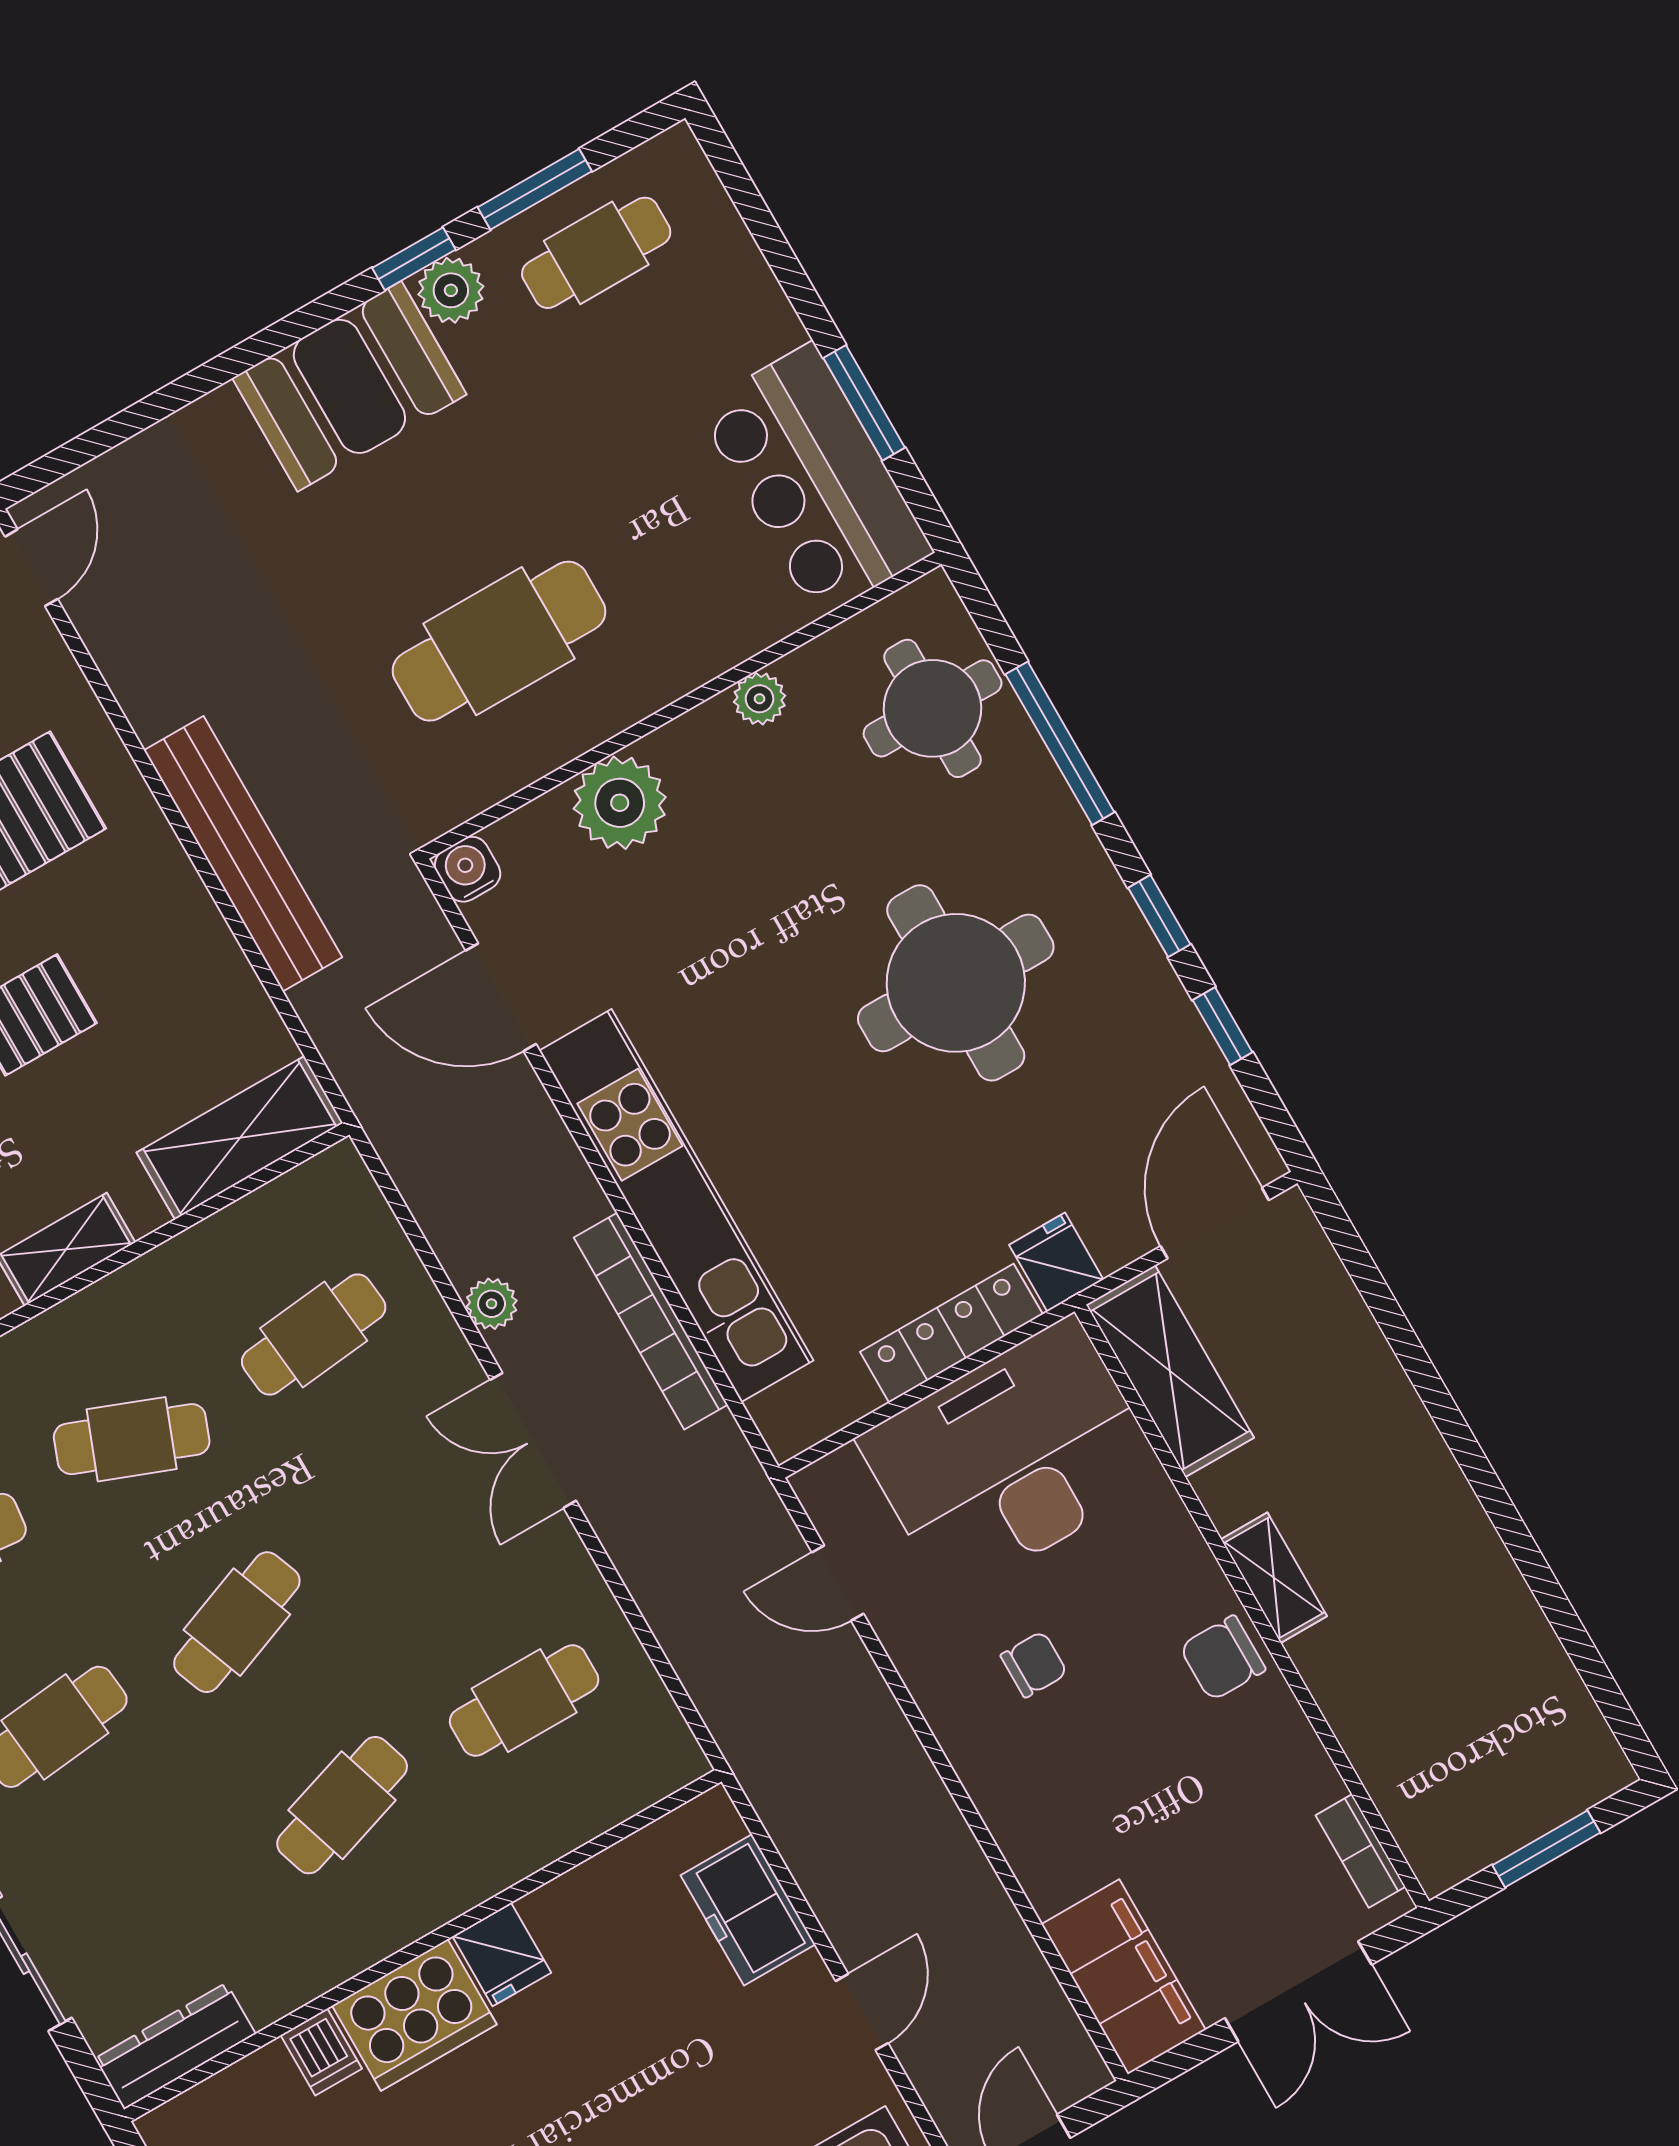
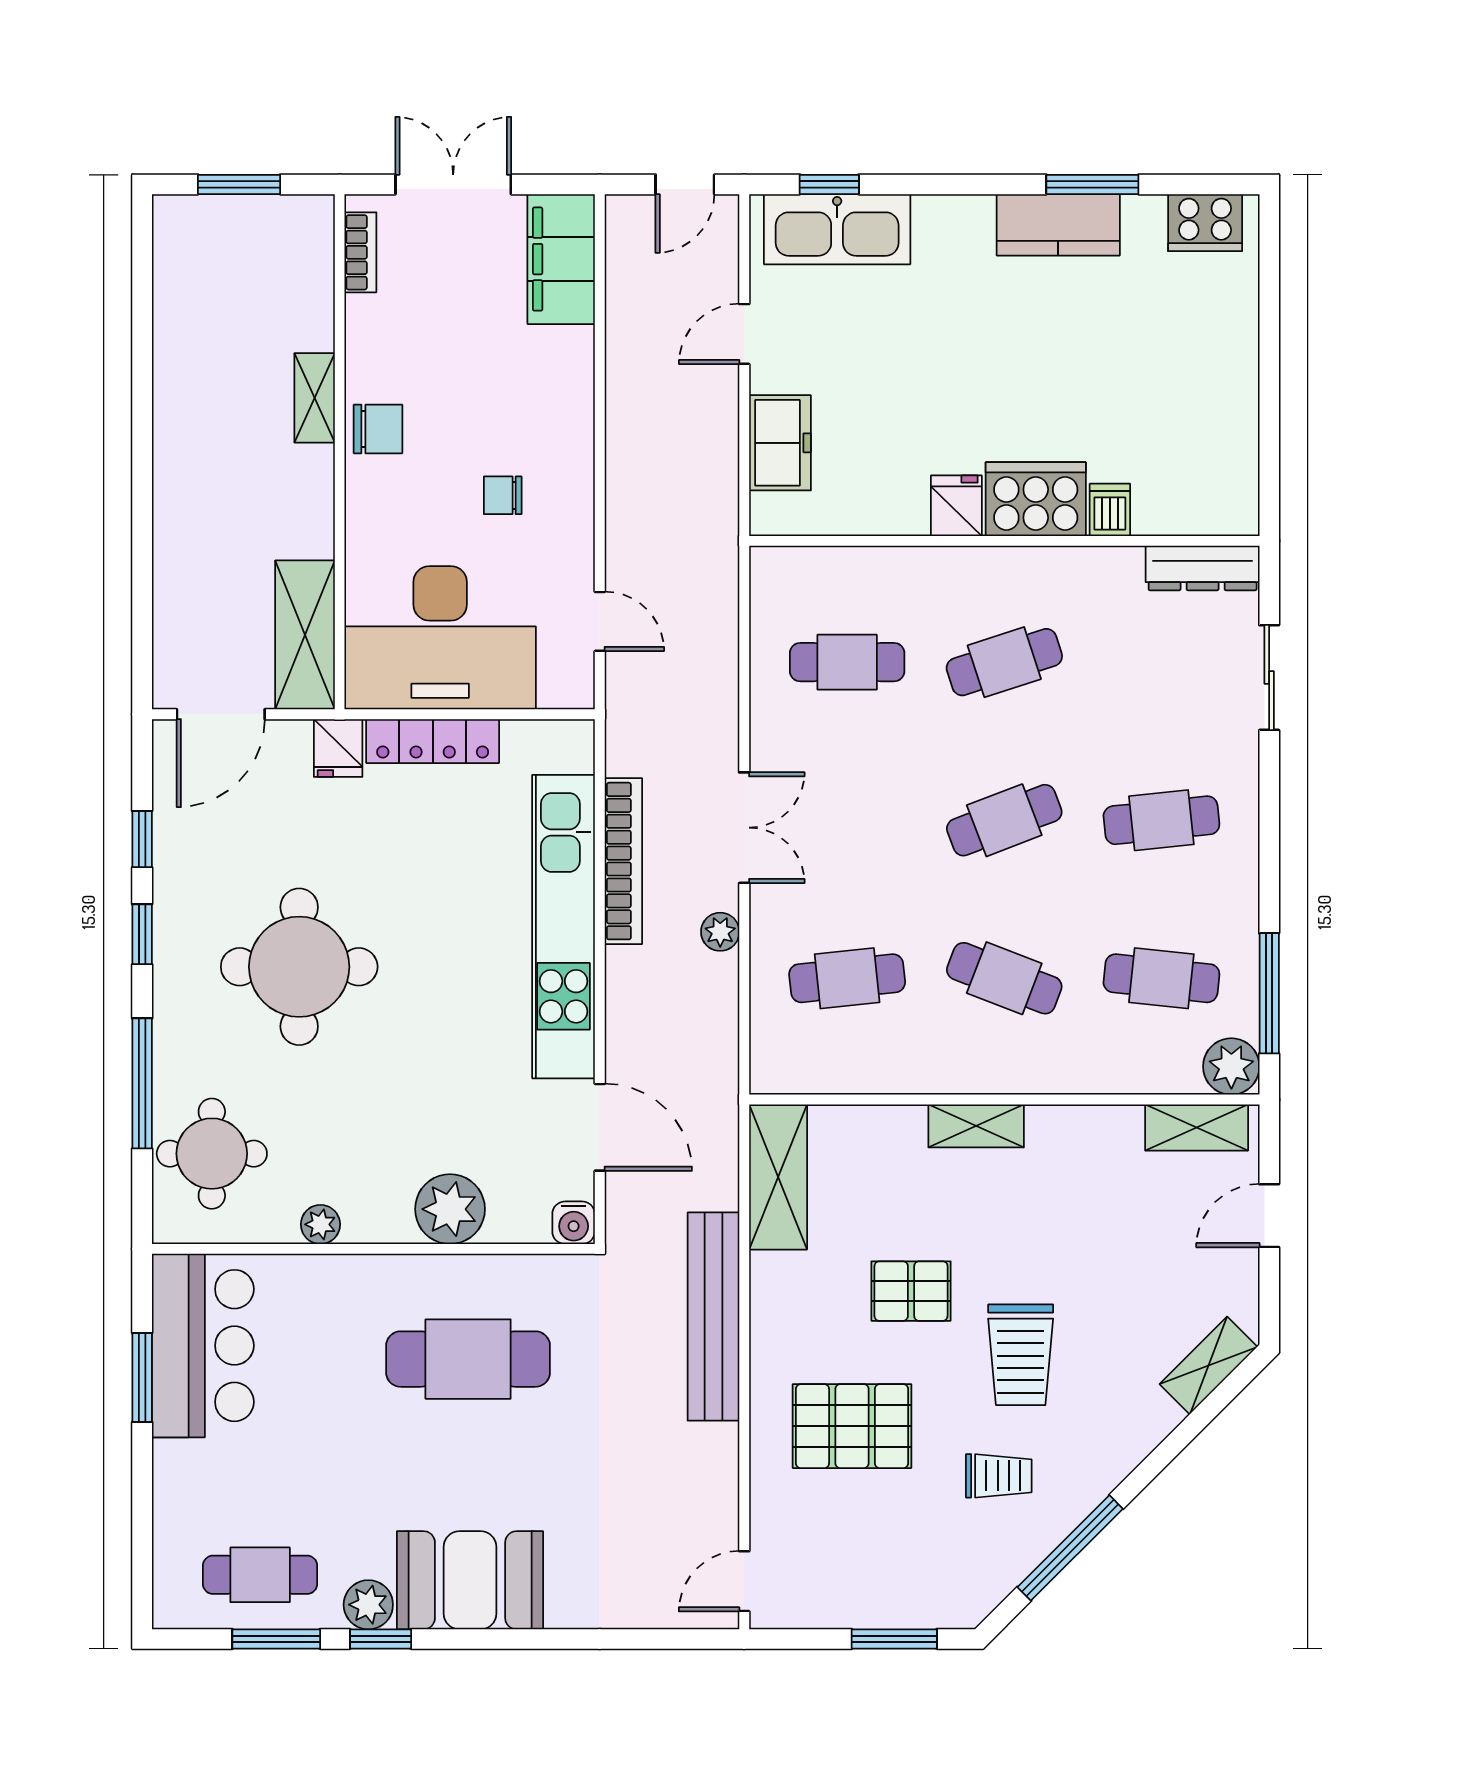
shelving: (240, 1138) -> (778, 1177), moved, turned 90
shelving: (1274, 1578) -> (315, 398), moved

